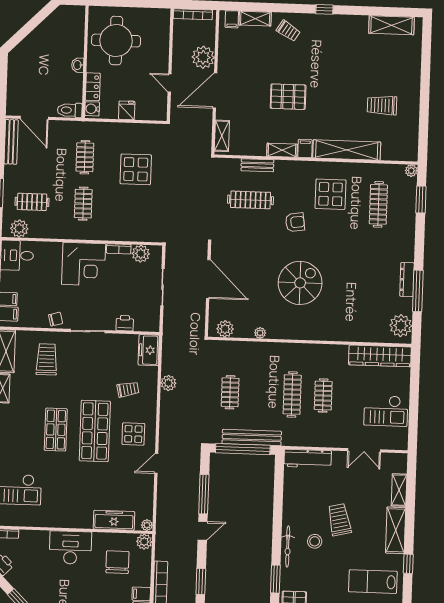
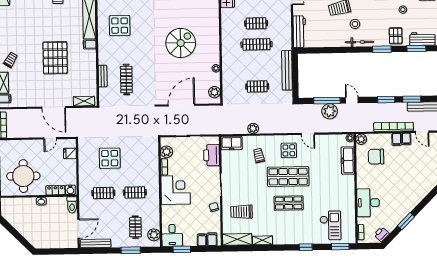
plant: (203, 57) -> (330, 111), moved
pallet: (288, 97) -> (55, 58), width x1.37, depth x1.41
fridge: (127, 110) -> (70, 153), moved
shelving: (282, 150) -> (92, 60), removed
armchair: (295, 222) -> (140, 49), removed
spiral stairs: (300, 283) -> (181, 43), turned 90
printer: (125, 323) -> (212, 155), width x1.87, depth x1.48
window: (243, 449) -> (295, 76), removed
desk: (70, 548) -> (368, 203), moved

